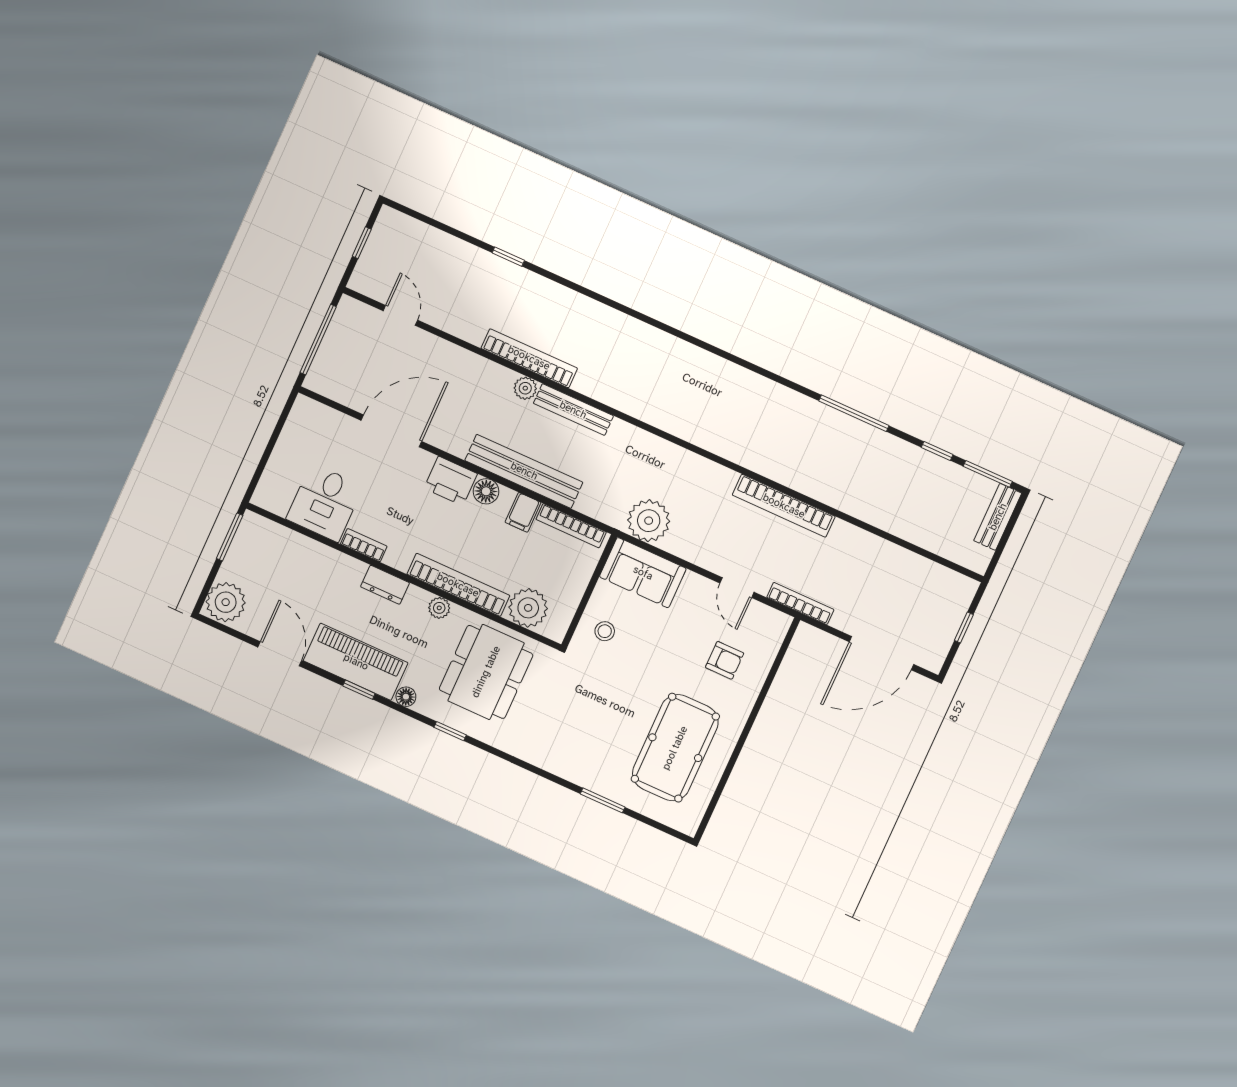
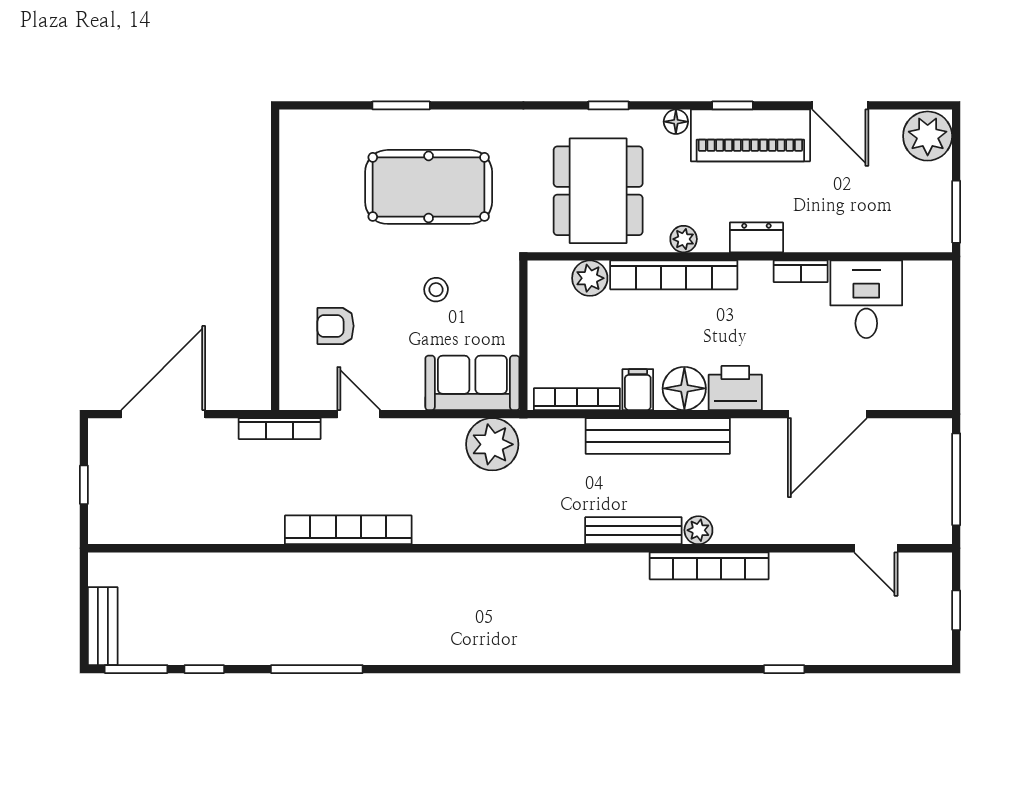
floor lamp: (486, 491) -> (684, 388), width x1.38, depth x1.38
plant: (528, 608) -> (590, 278), width x0.73, depth x0.73
stool: (605, 631) -> (436, 290), moved
pool table: (675, 748) -> (429, 187), moved, turned 90

